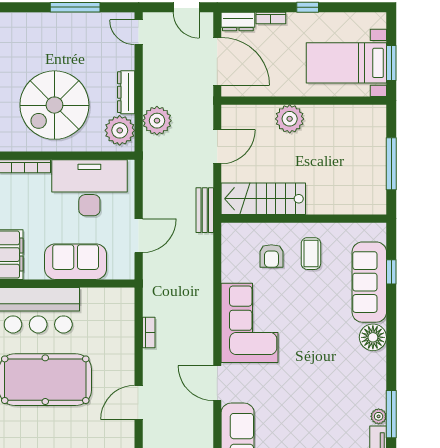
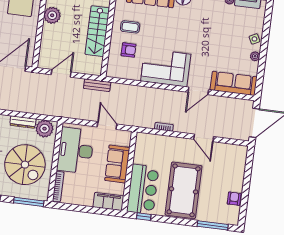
plant: (290, 119) -> (52, 15), moved
plant: (157, 121) -> (42, 106), removed
door: (217, 147) -> (61, 73), hinge flipped
stairs: (263, 199) -> (97, 31), moved

